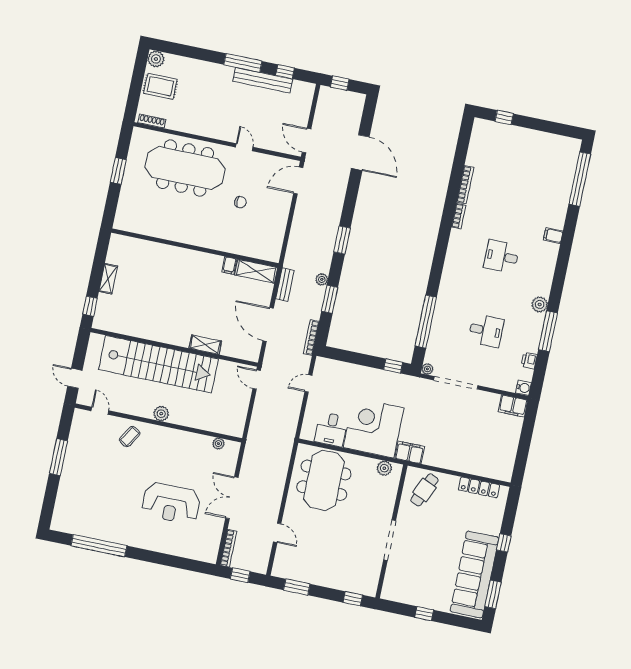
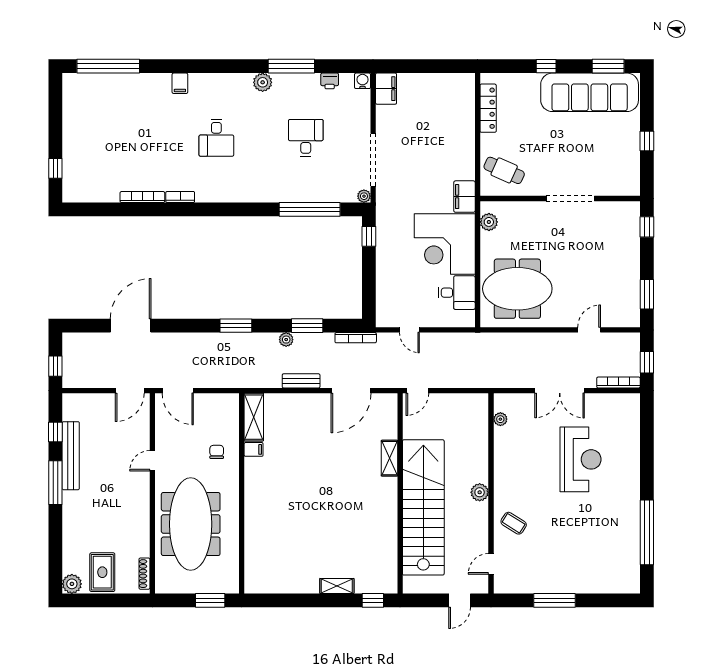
wall: (195, 248) -> (242, 493), moved
filing cabinet: (229, 265) -> (254, 449), moved
shelving: (256, 271) -> (254, 417), moved

